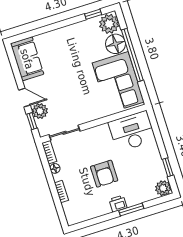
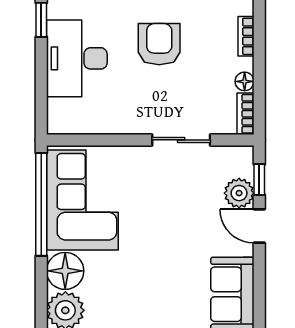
window: (132, 55) -> (41, 204), moved
desk: (132, 131) -> (77, 58), moved, turned 90
sliding door: (64, 133) -> (181, 140), moved

